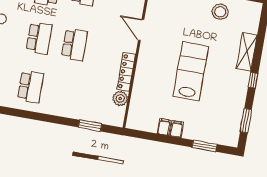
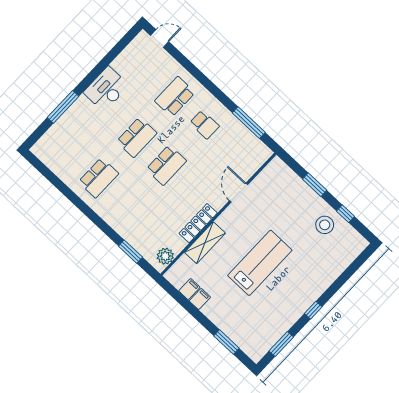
shelving: (247, 52) -> (205, 243), moved
plant: (120, 98) -> (165, 256), moved
filing cabinet: (177, 129) -> (189, 289), moved

